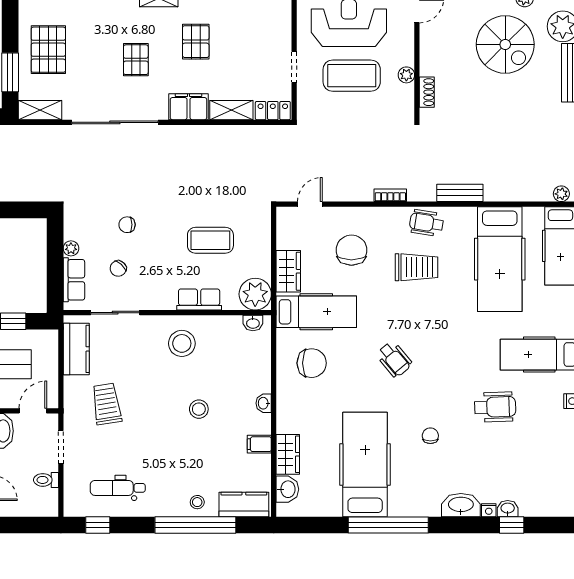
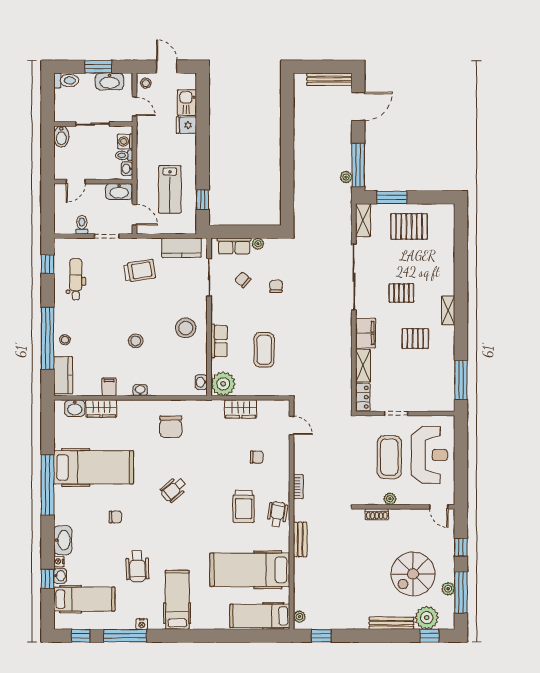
chair: (351, 250) -> (257, 457), width x0.54, depth x0.54
hospital bed: (316, 312) -> (84, 599), moved, turned -90

